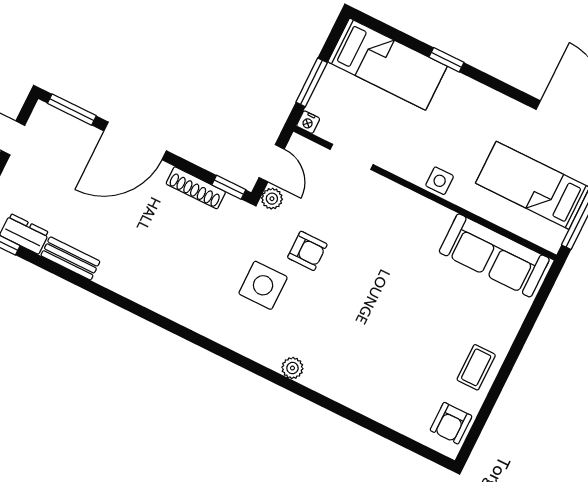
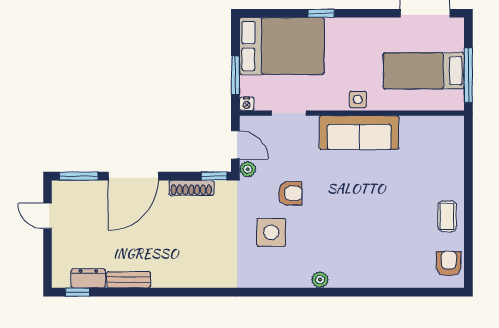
bed: (388, 64) -> (282, 46), width x1.50
sofa: (494, 255) -> (359, 132), moved
armchair: (451, 423) -> (449, 263), turned 180

